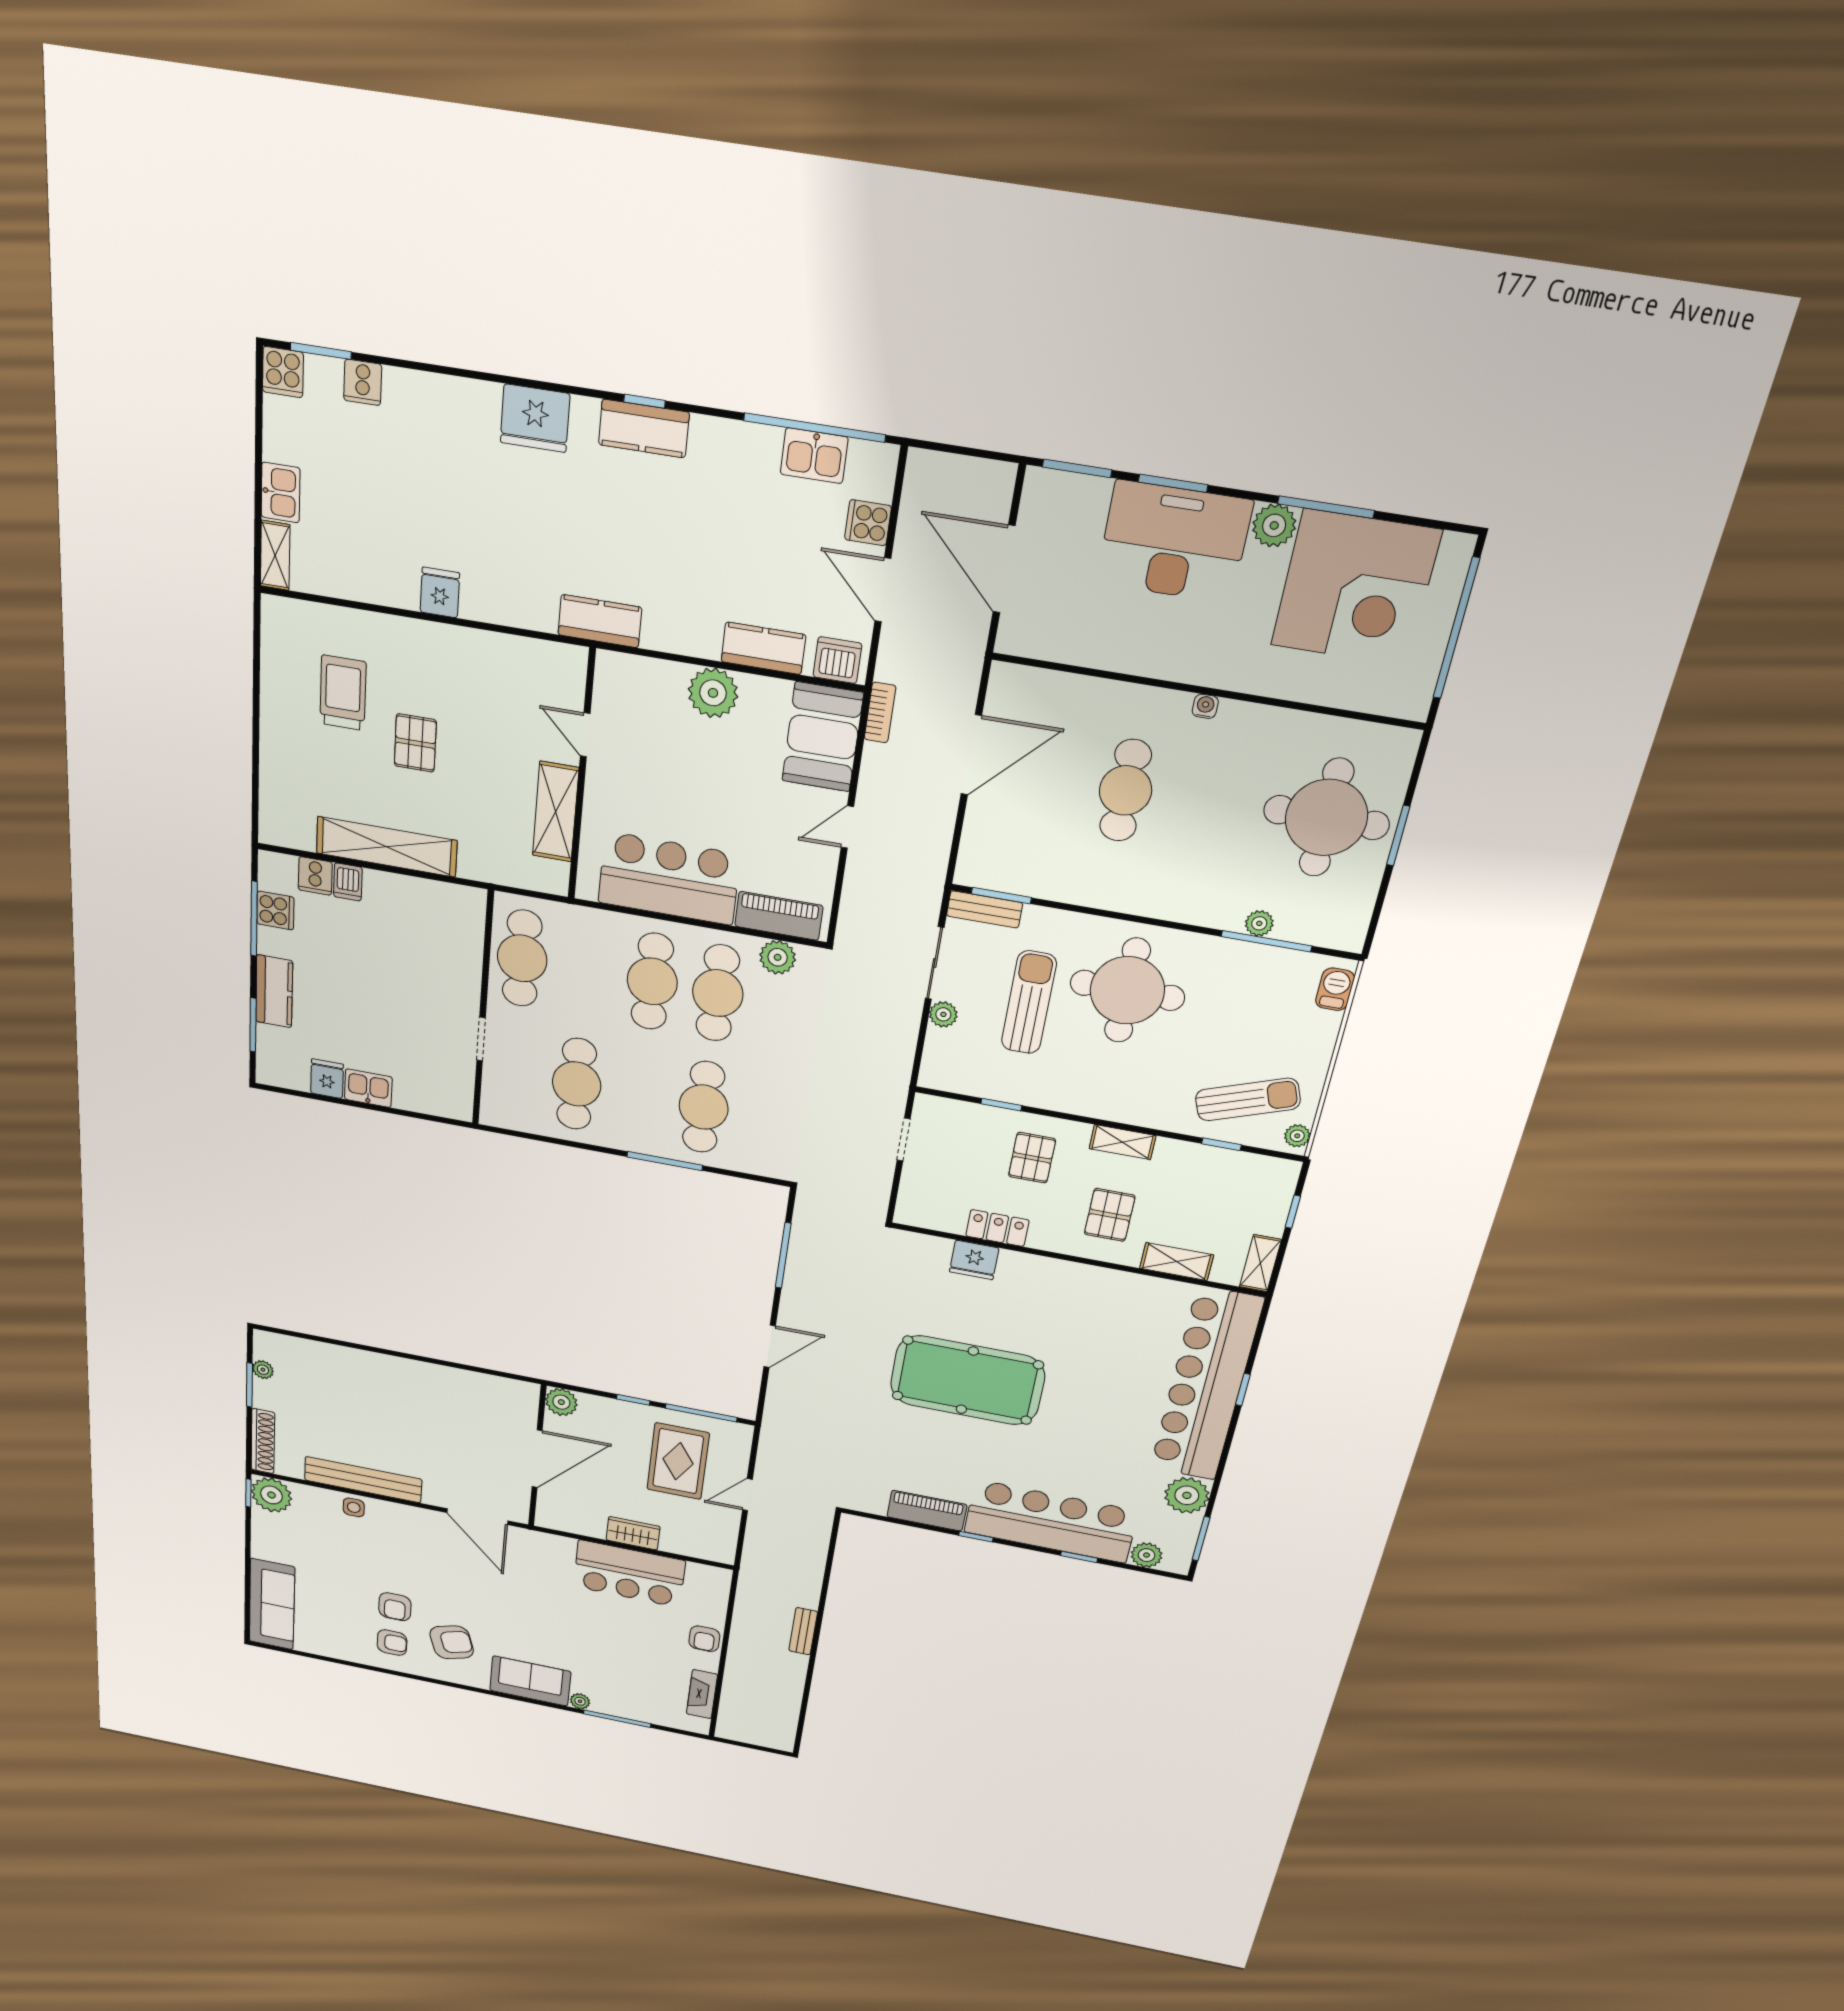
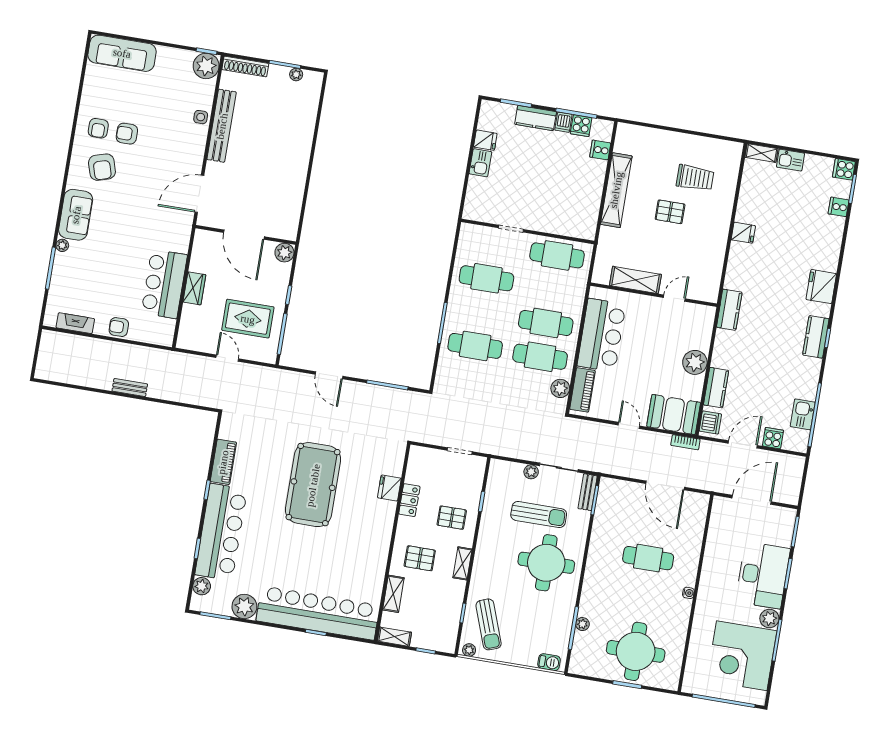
dishwasher: (348, 882) -> (563, 122), moved, turned -90

